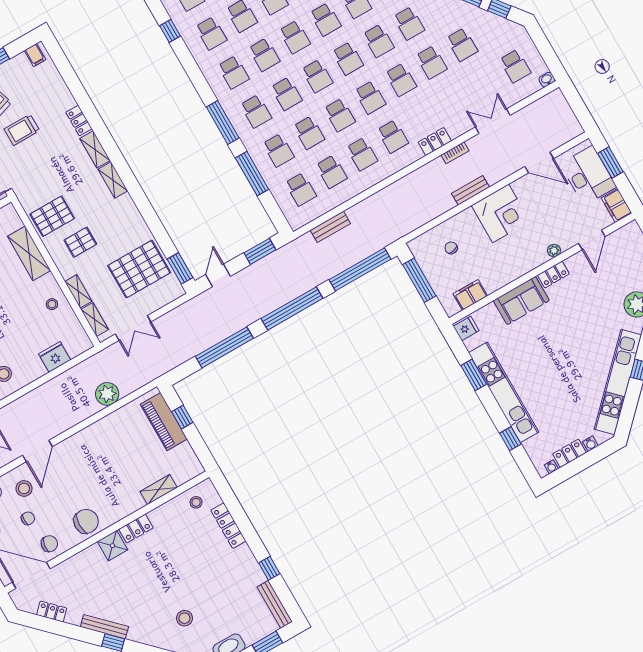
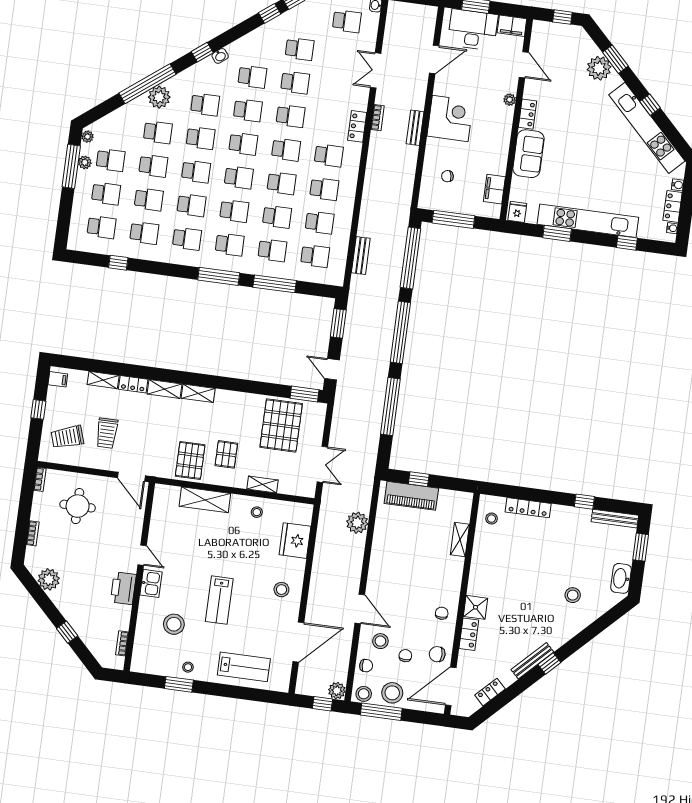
shelving: (95, 319) -> (103, 380), moved
fridge: (55, 357) -> (295, 541), width x1.36, depth x1.34
chair: (86, 521) -> (442, 613), width x0.54, depth x0.54
locker: (136, 529) -> (469, 634), moved
chair: (49, 544) -> (437, 654), turned -100

